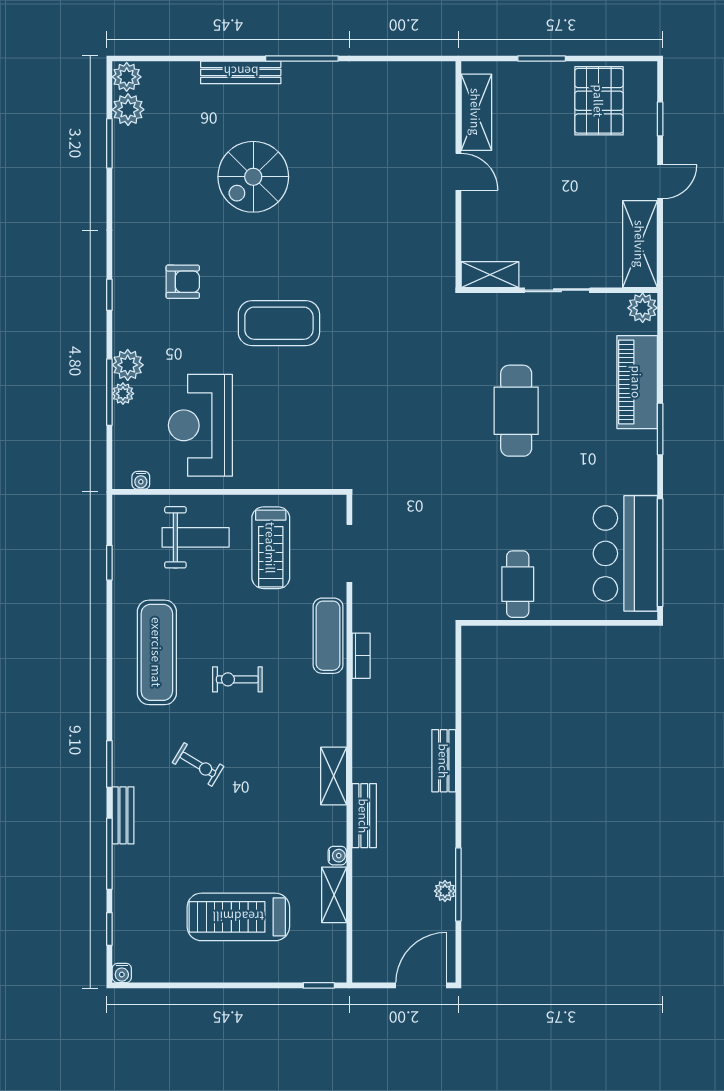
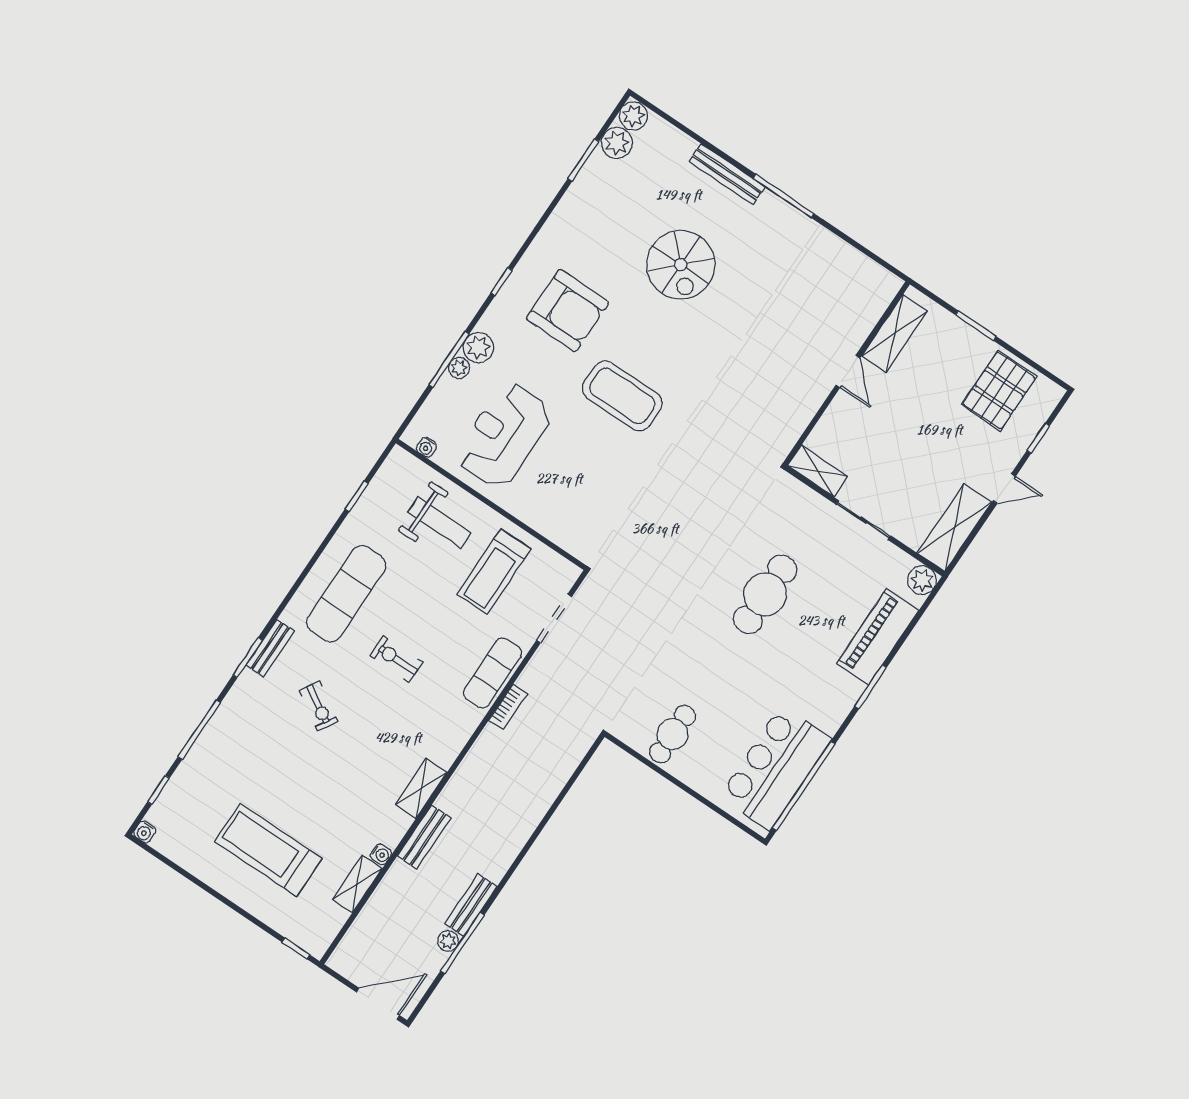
spiral stairs: (253, 177) -> (681, 265), turned -90
armchair: (183, 282) -> (567, 311), width x1.88, depth x1.88
bench: (444, 761) -> (471, 905), moved
bench: (123, 815) -> (270, 648), moved

